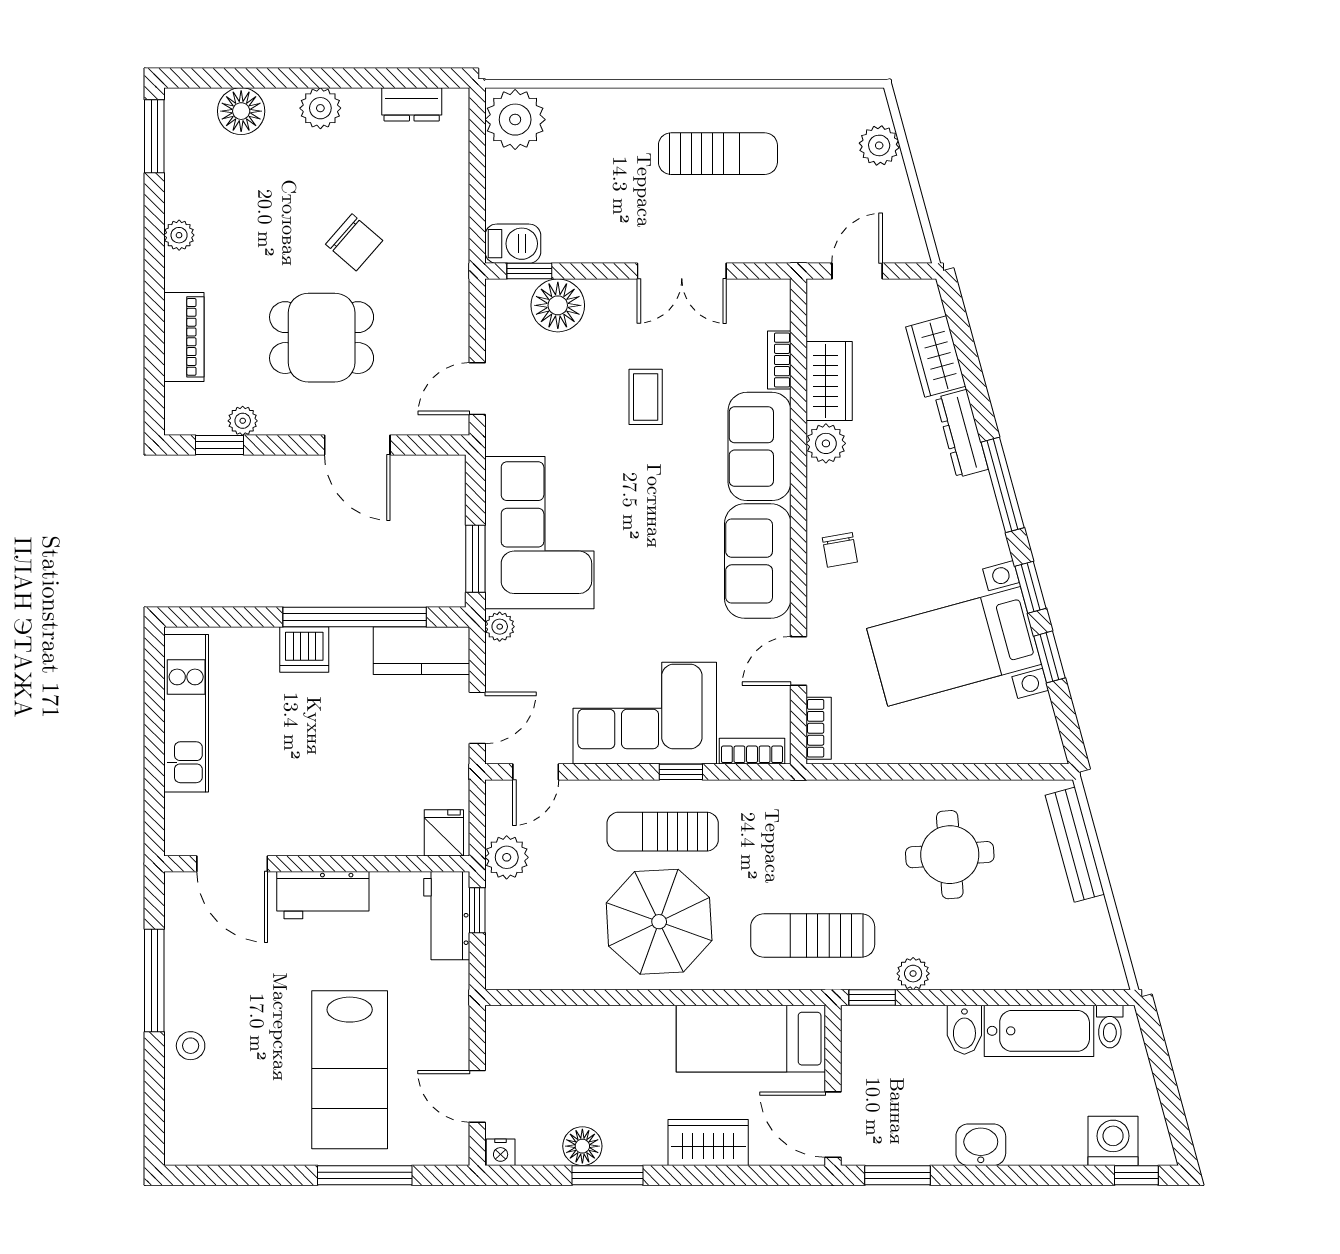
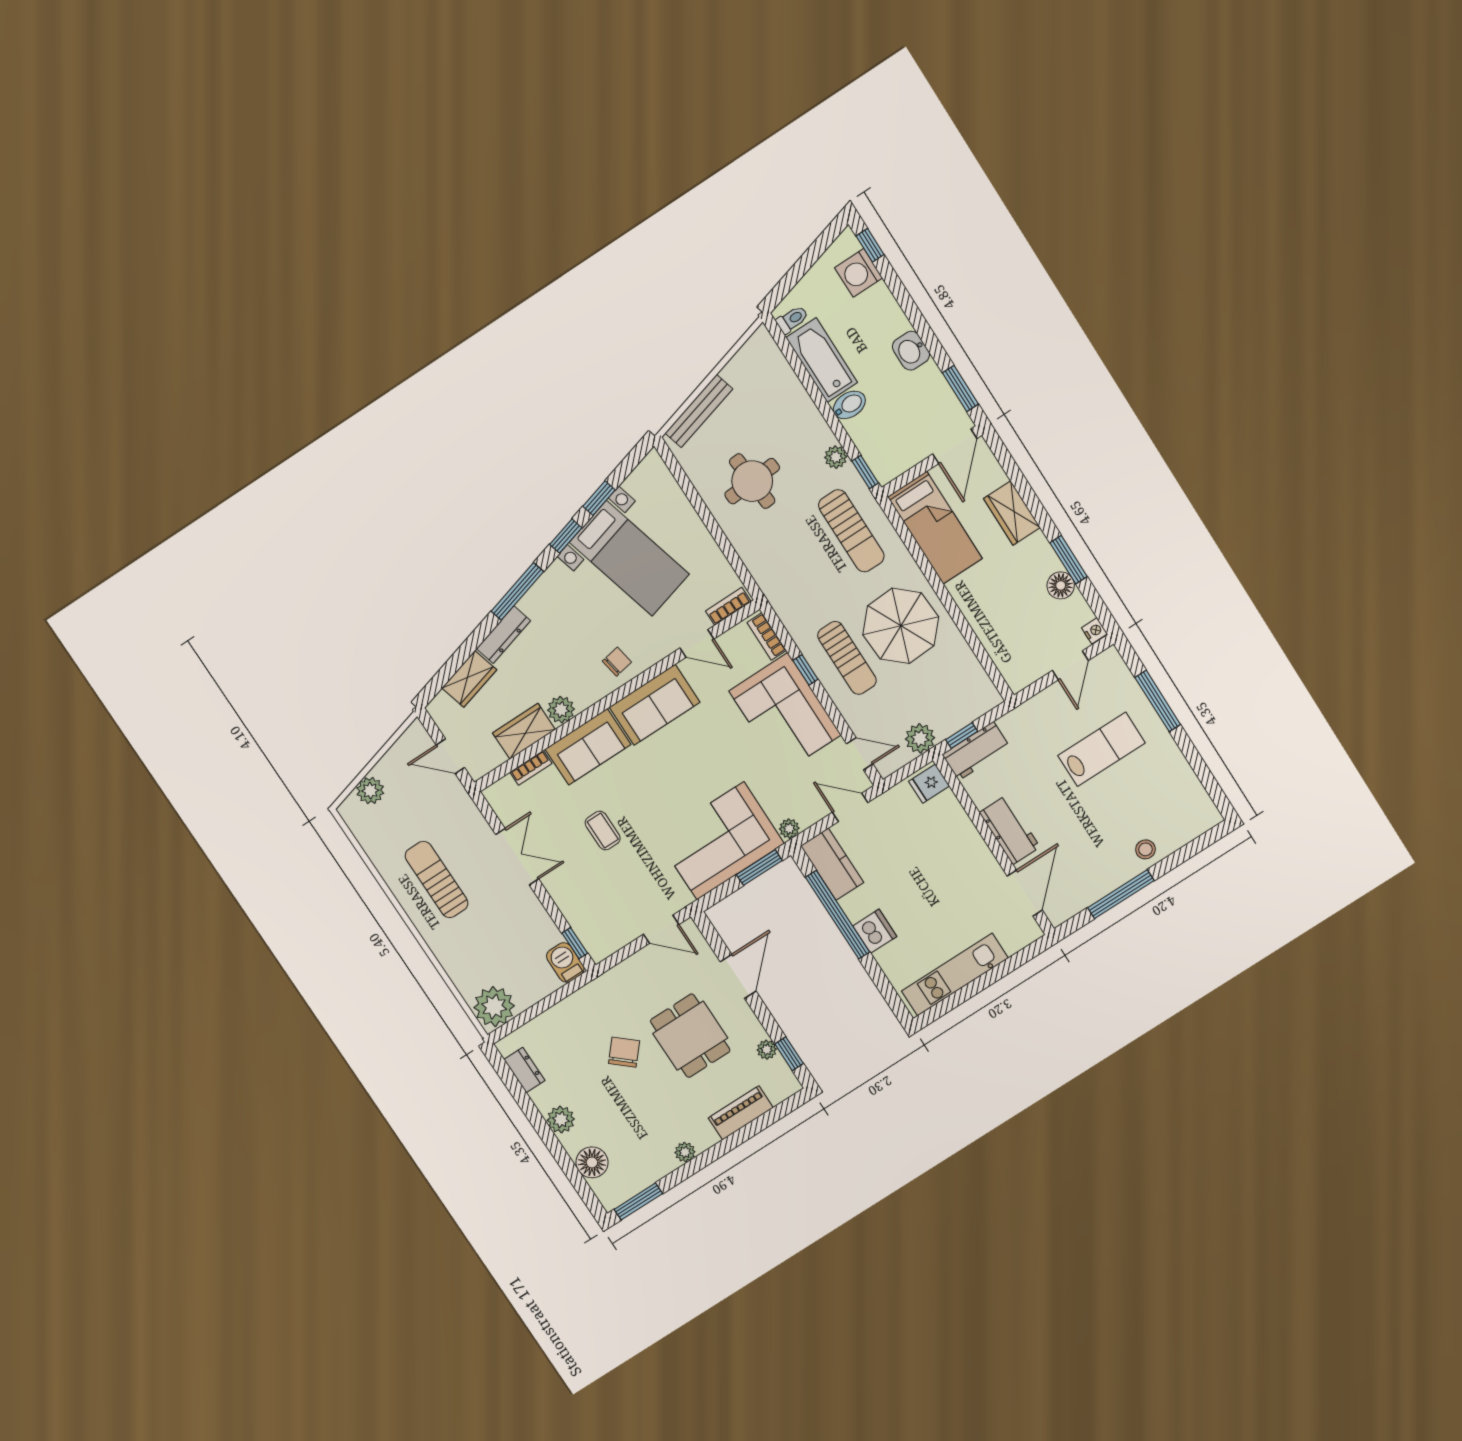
floor lamp: (558, 305) -> (584, 914), removed
coffee table: (646, 397) -> (603, 831), turned 90
lab bench: (350, 1070) -> (1102, 749), width x0.73, depth x0.72

